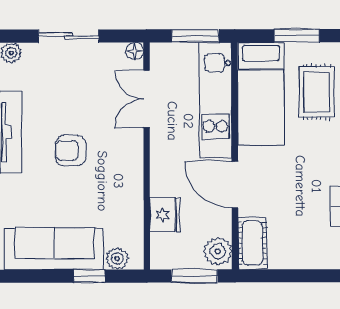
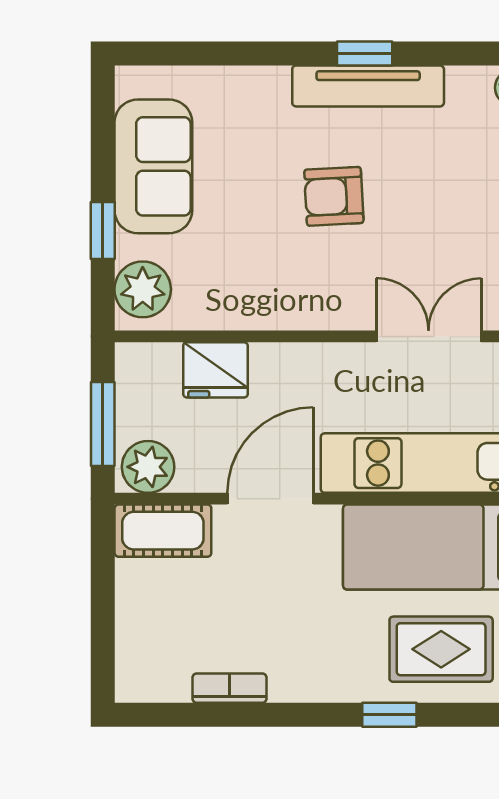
armchair: (71, 151) -> (334, 196), turned -93
sofa: (54, 249) -> (153, 166), width x0.73
plant: (117, 258) -> (143, 289), width x1.38, depth x1.38

